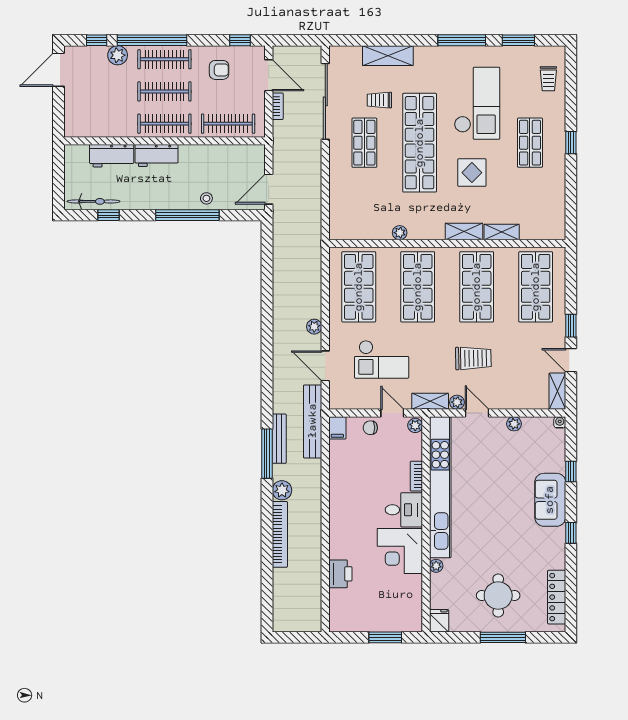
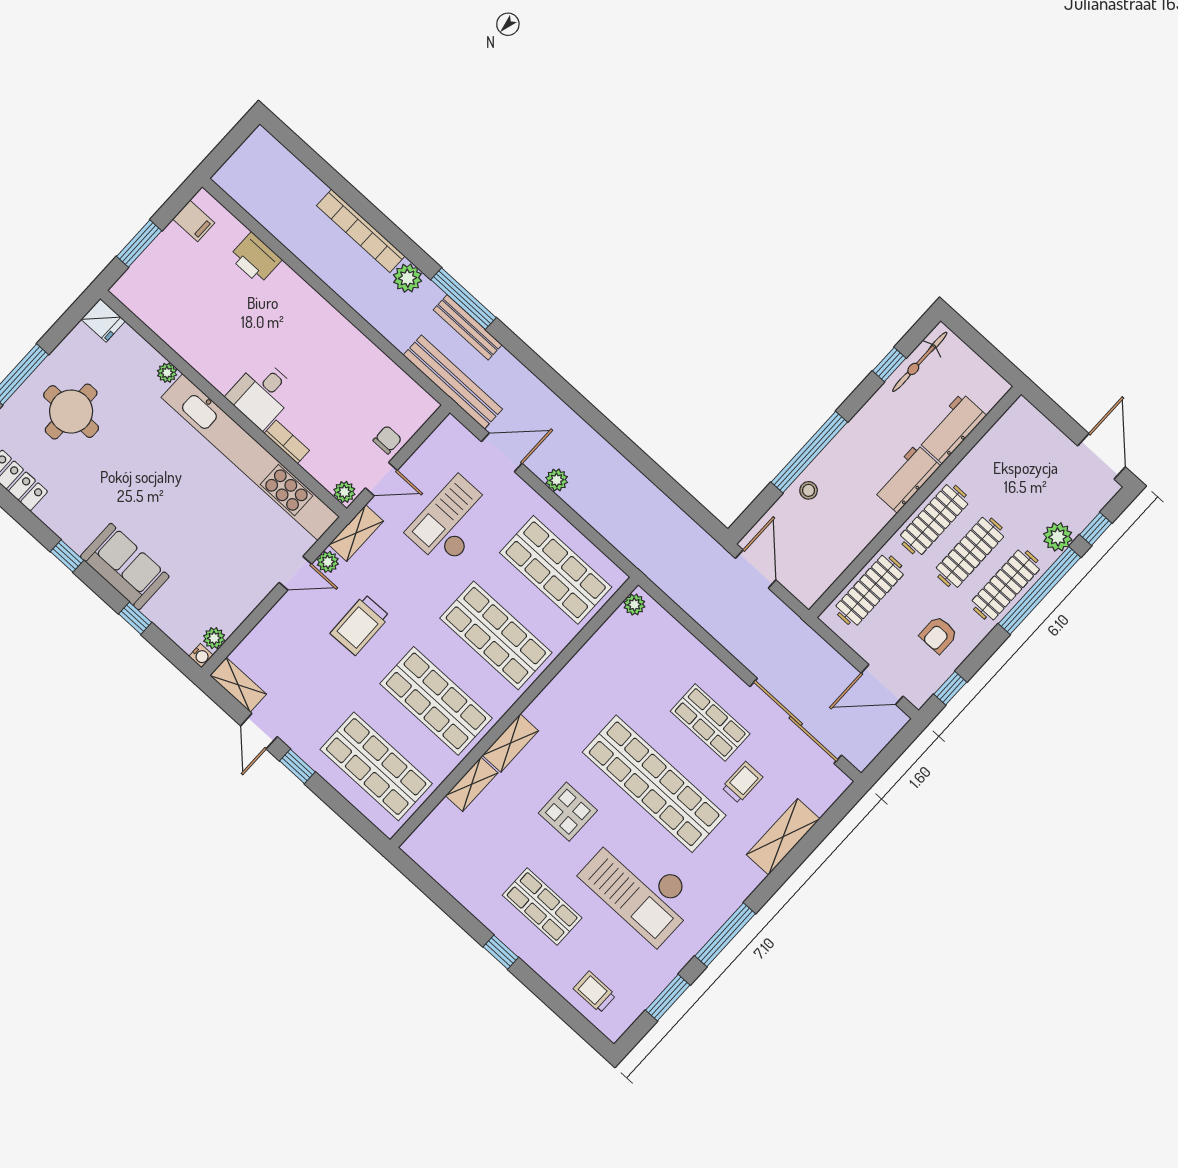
bookcase: (278, 106) -> (839, 663), removed
plant: (400, 233) -> (634, 605), moved
door: (571, 360) -> (259, 731), swing flipped
plant: (514, 424) -> (214, 638), moved
filing cabinet: (337, 428) -> (194, 221), moved, turned 180
corner desk: (400, 551) -> (220, 348), removed

